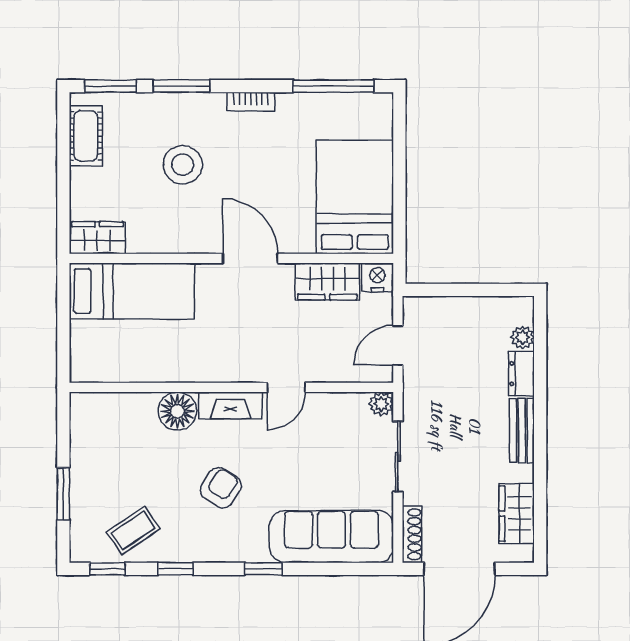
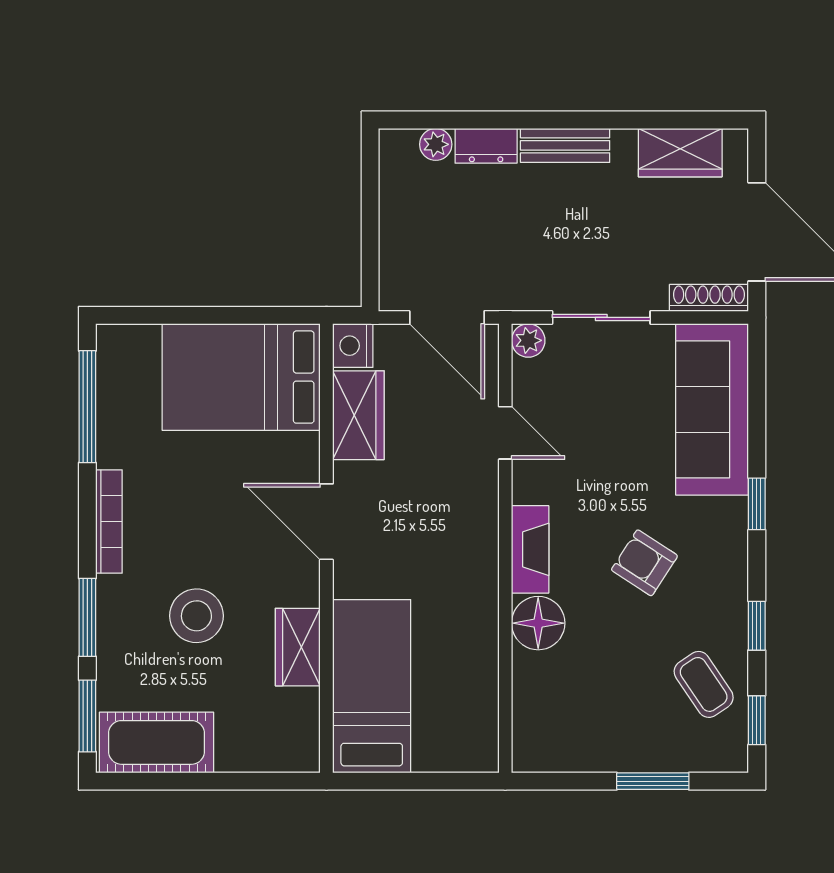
bookcase: (251, 102) -> (109, 522), width x1.56
cot: (86, 136) -> (156, 742), width x1.37, depth x1.34
wardrobe: (97, 238) -> (298, 647), moved
door: (250, 258) -> (326, 522), hinge flipped
door: (398, 345) -> (447, 317), width x1.38
door: (286, 387) -> (505, 433), moved

